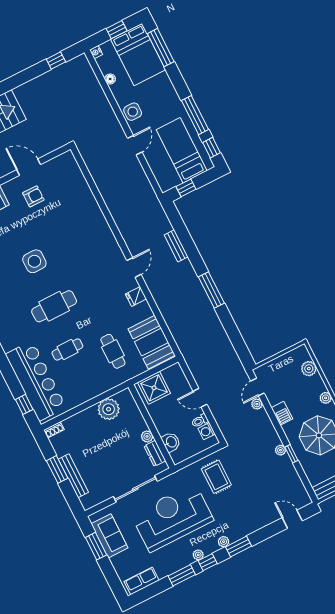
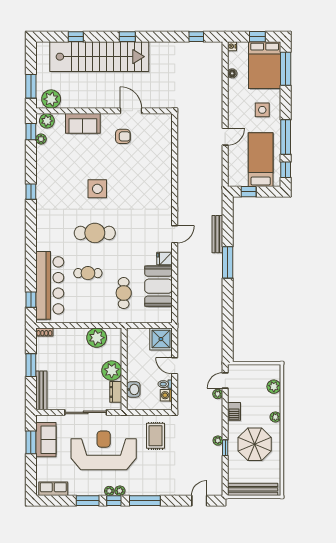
side table: (133, 112) -> (262, 110), moved
bench: (176, 246) -> (217, 234), width x1.36
window: (211, 290) -> (228, 262), moved
booth: (152, 342) -> (158, 286), moved
shower: (154, 388) -> (161, 339), moved
plant: (147, 436) -> (112, 371), width x1.88, depth x1.88
bench: (73, 476) -> (41, 390), moved
door: (292, 519) -> (199, 501), hinge flipped
plant: (224, 542) -> (120, 491), moved
window: (239, 546) -> (145, 501), width x1.44

